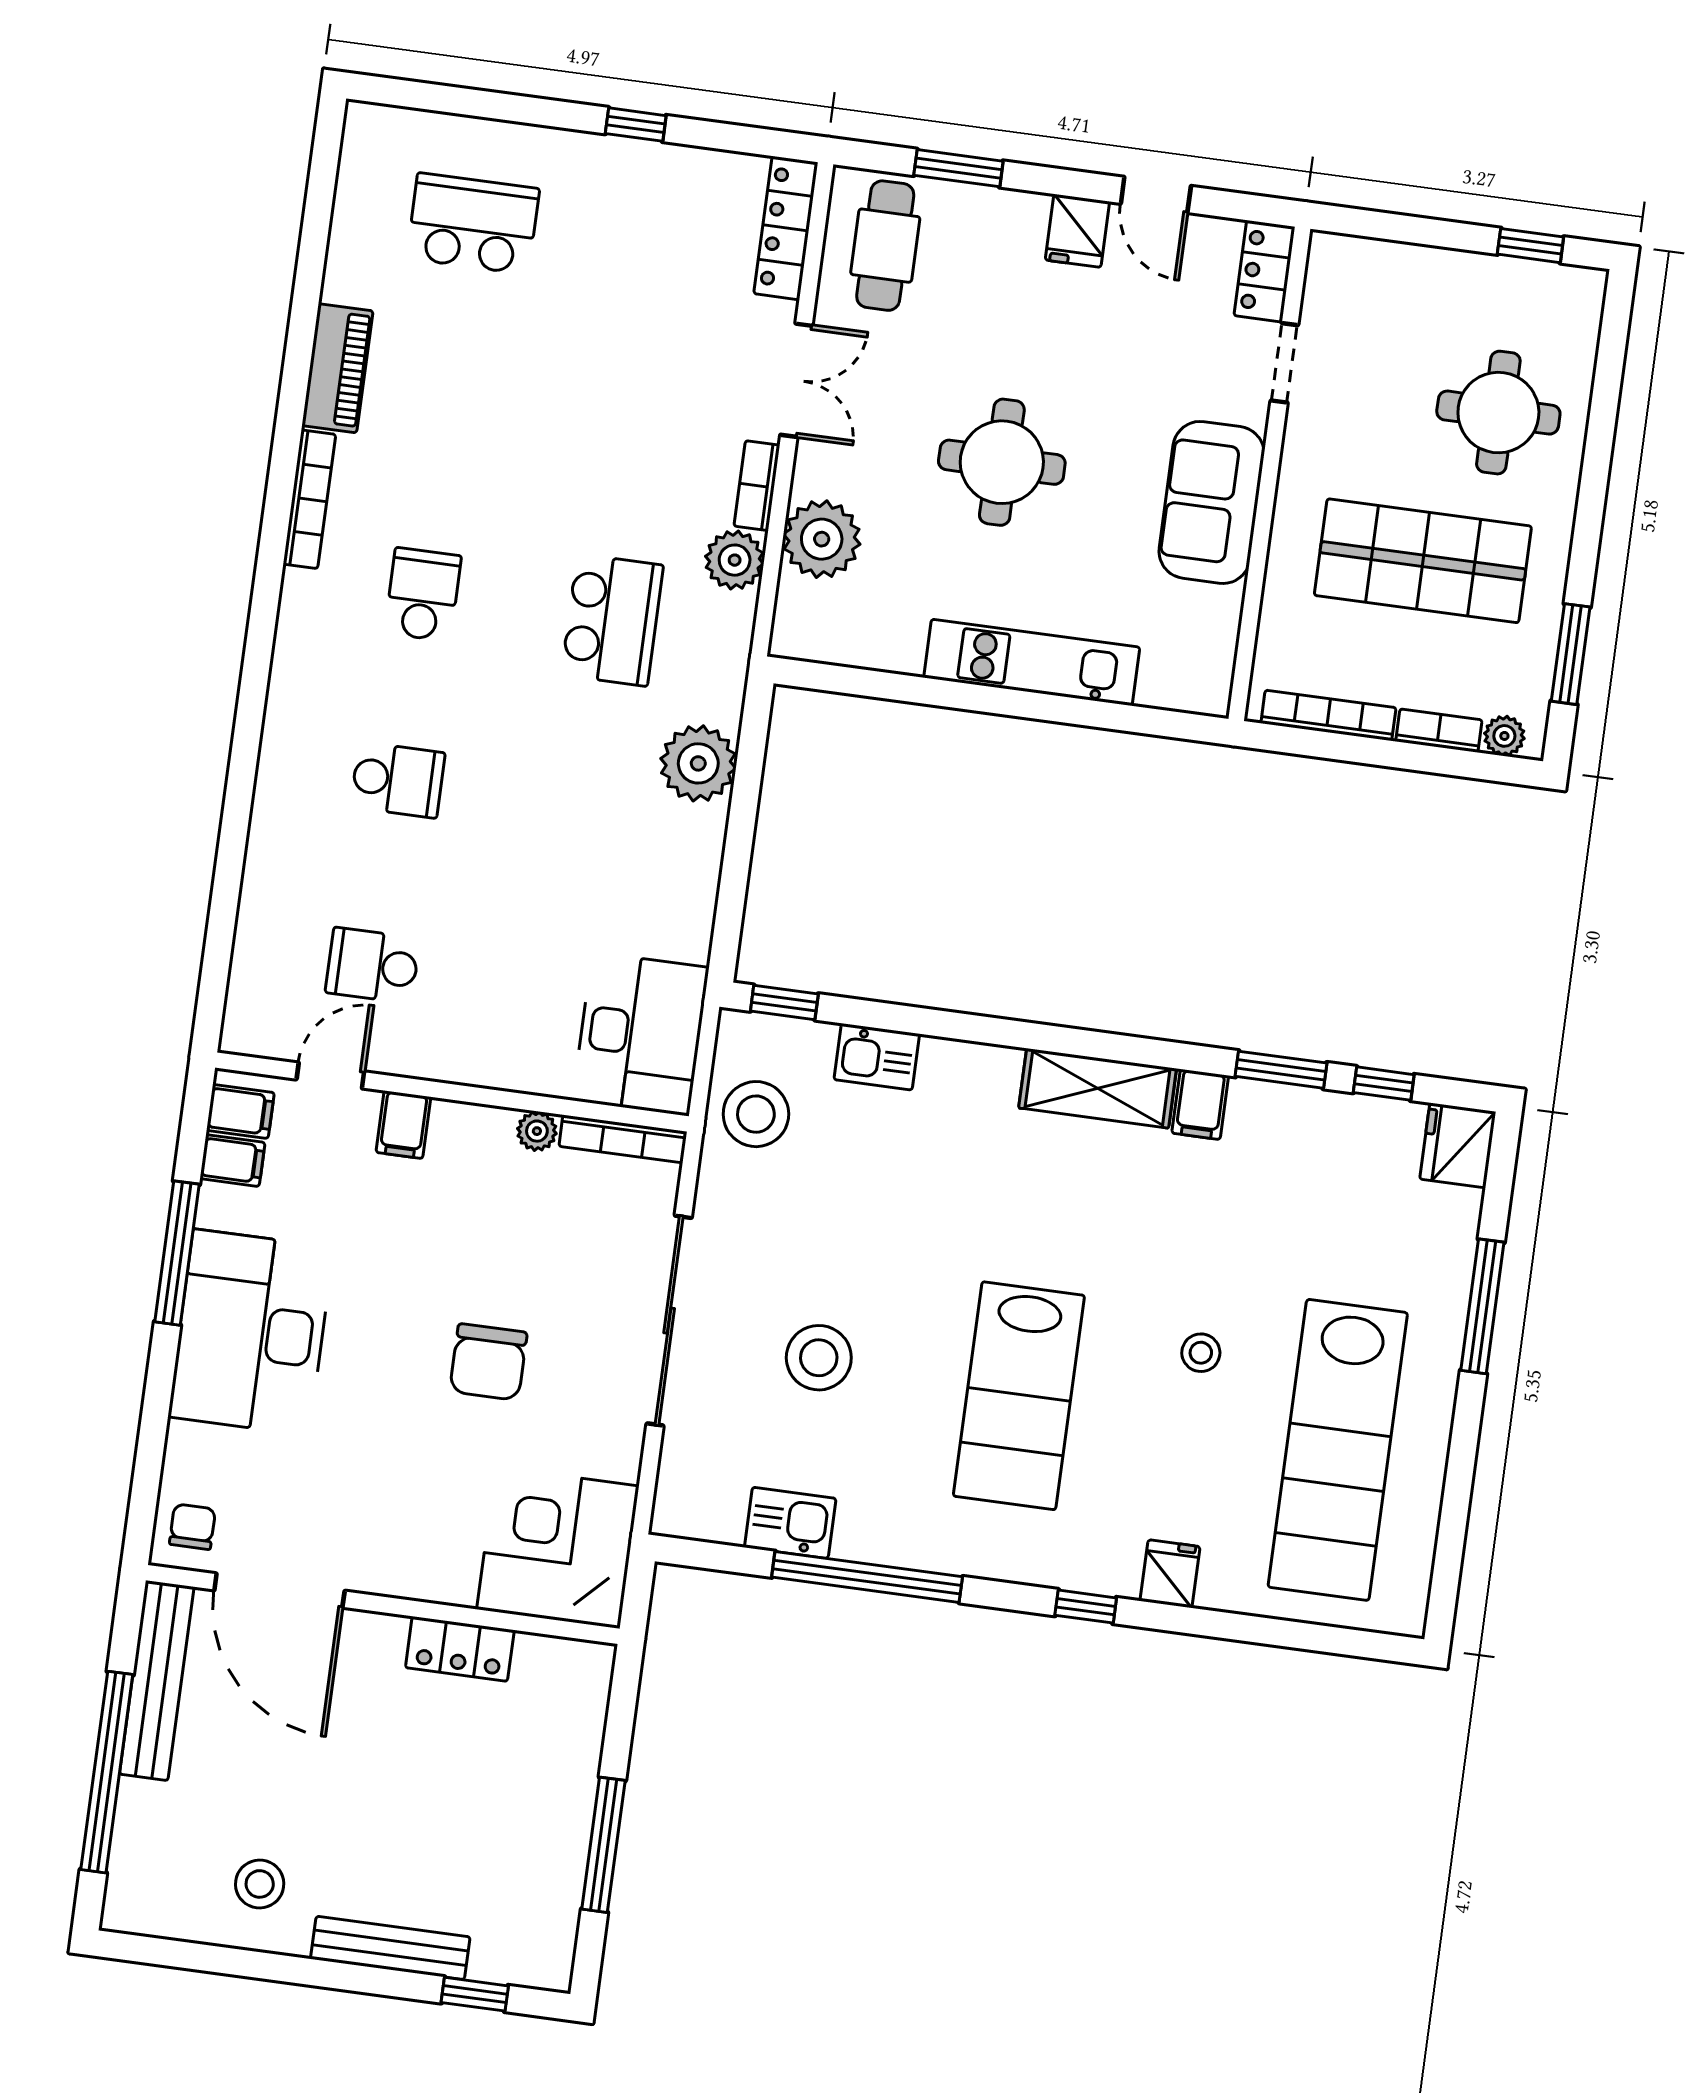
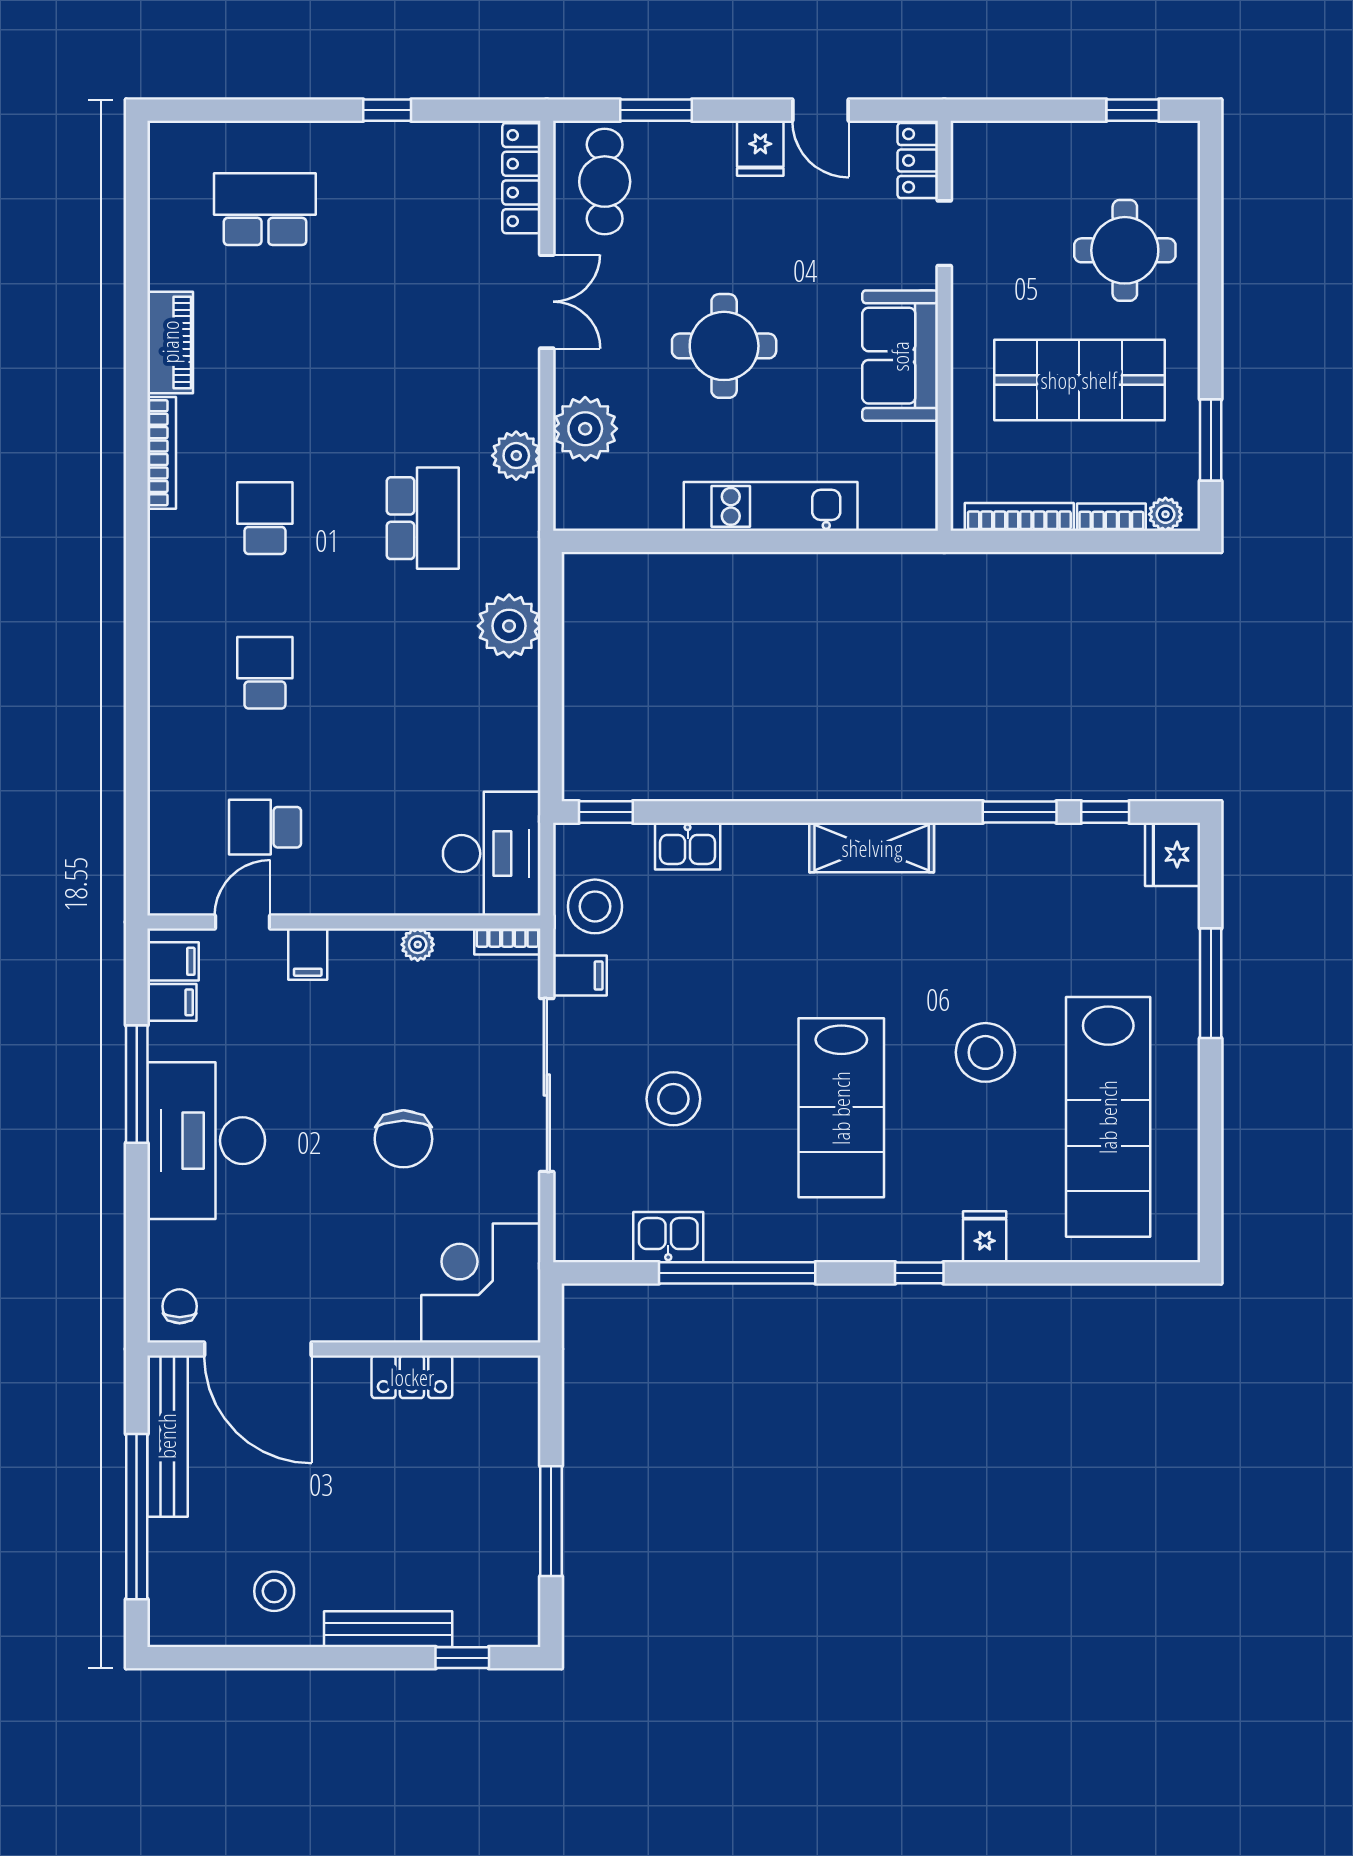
bookcase: (757, 486) -> (526, 392), removed
school desk: (398, 780) -> (265, 673), turned -90
filing cabinet: (1200, 1104) -> (580, 976), moved, turned -90
bookcase: (623, 1139) -> (507, 941), width x0.64
stool: (1201, 1353) -> (985, 1052), width x1.89, depth x1.89

